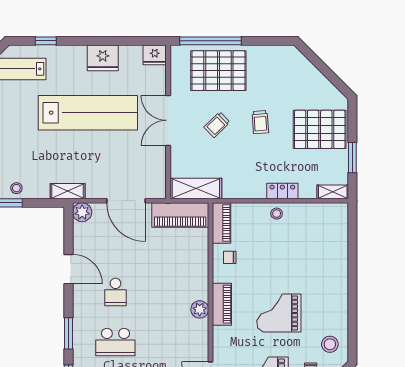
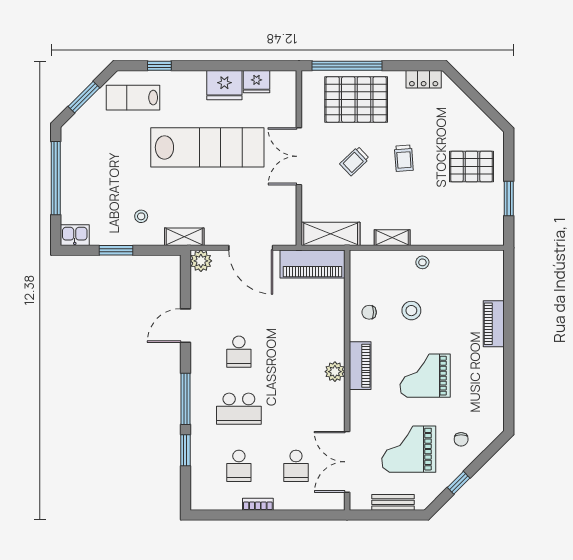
fridge: (155, 55) -> (256, 82), moved
pallet: (320, 129) -> (472, 166), width x0.73, depth x0.71
stool: (16, 188) -> (141, 216), moved
locker: (282, 191) -> (424, 79), moved, turned 180
shelving: (333, 192) -> (392, 238), moved
piano: (222, 223) -> (494, 324), moved, turned 180
door: (69, 269) -> (185, 326), swing flipped
window: (69, 333) -> (185, 399), width x1.44
stool: (330, 344) -> (411, 311), moved

